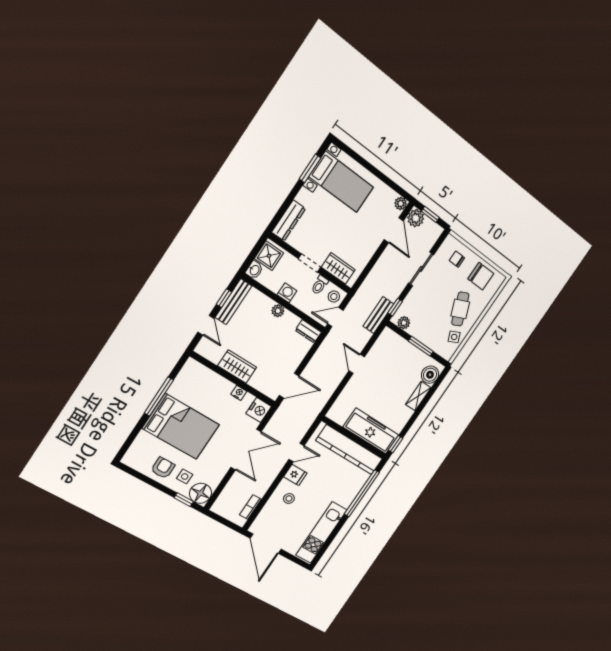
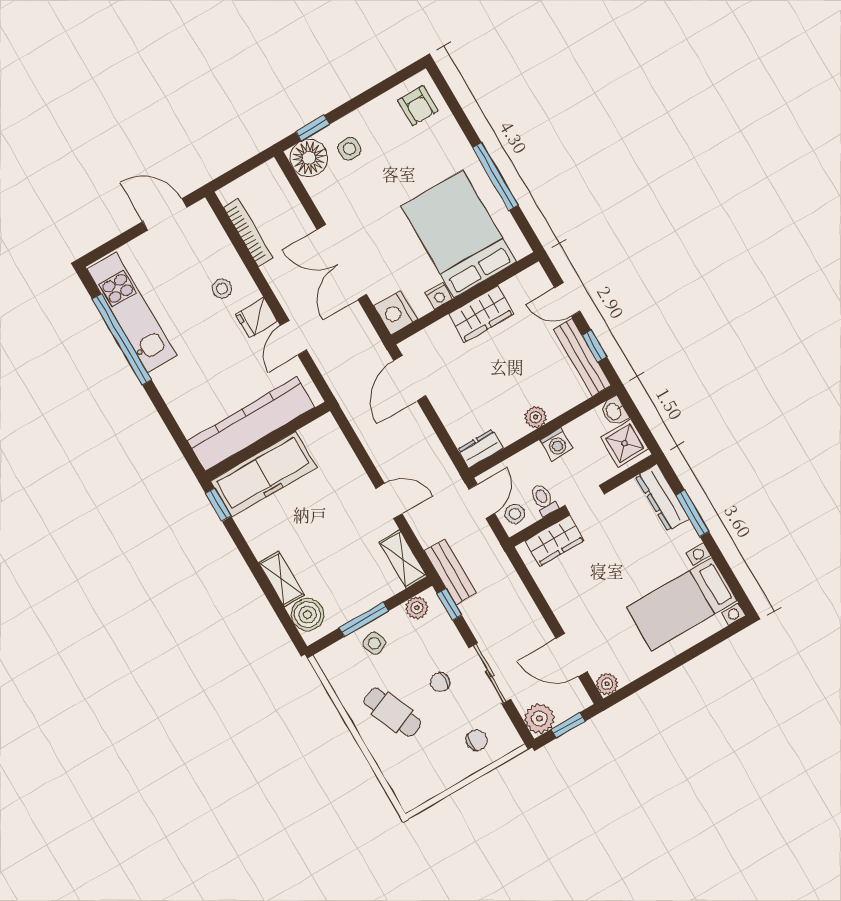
window: (310, 168) -> (692, 513), moved
plant: (416, 218) -> (540, 718), moved
chair: (481, 276) -> (440, 682), moved, width x0.54, depth x0.54
side table: (454, 337) -> (374, 643), moved
shelving: (383, 342) -> (403, 559), added
bed: (181, 426) -> (459, 234), moved, turned 90
armchair: (163, 468) -> (418, 106), moved
window: (362, 493) -> (122, 340), moved
bookcase: (250, 507) -> (248, 232), width x1.56
door: (266, 544) -> (165, 214), width x0.73

